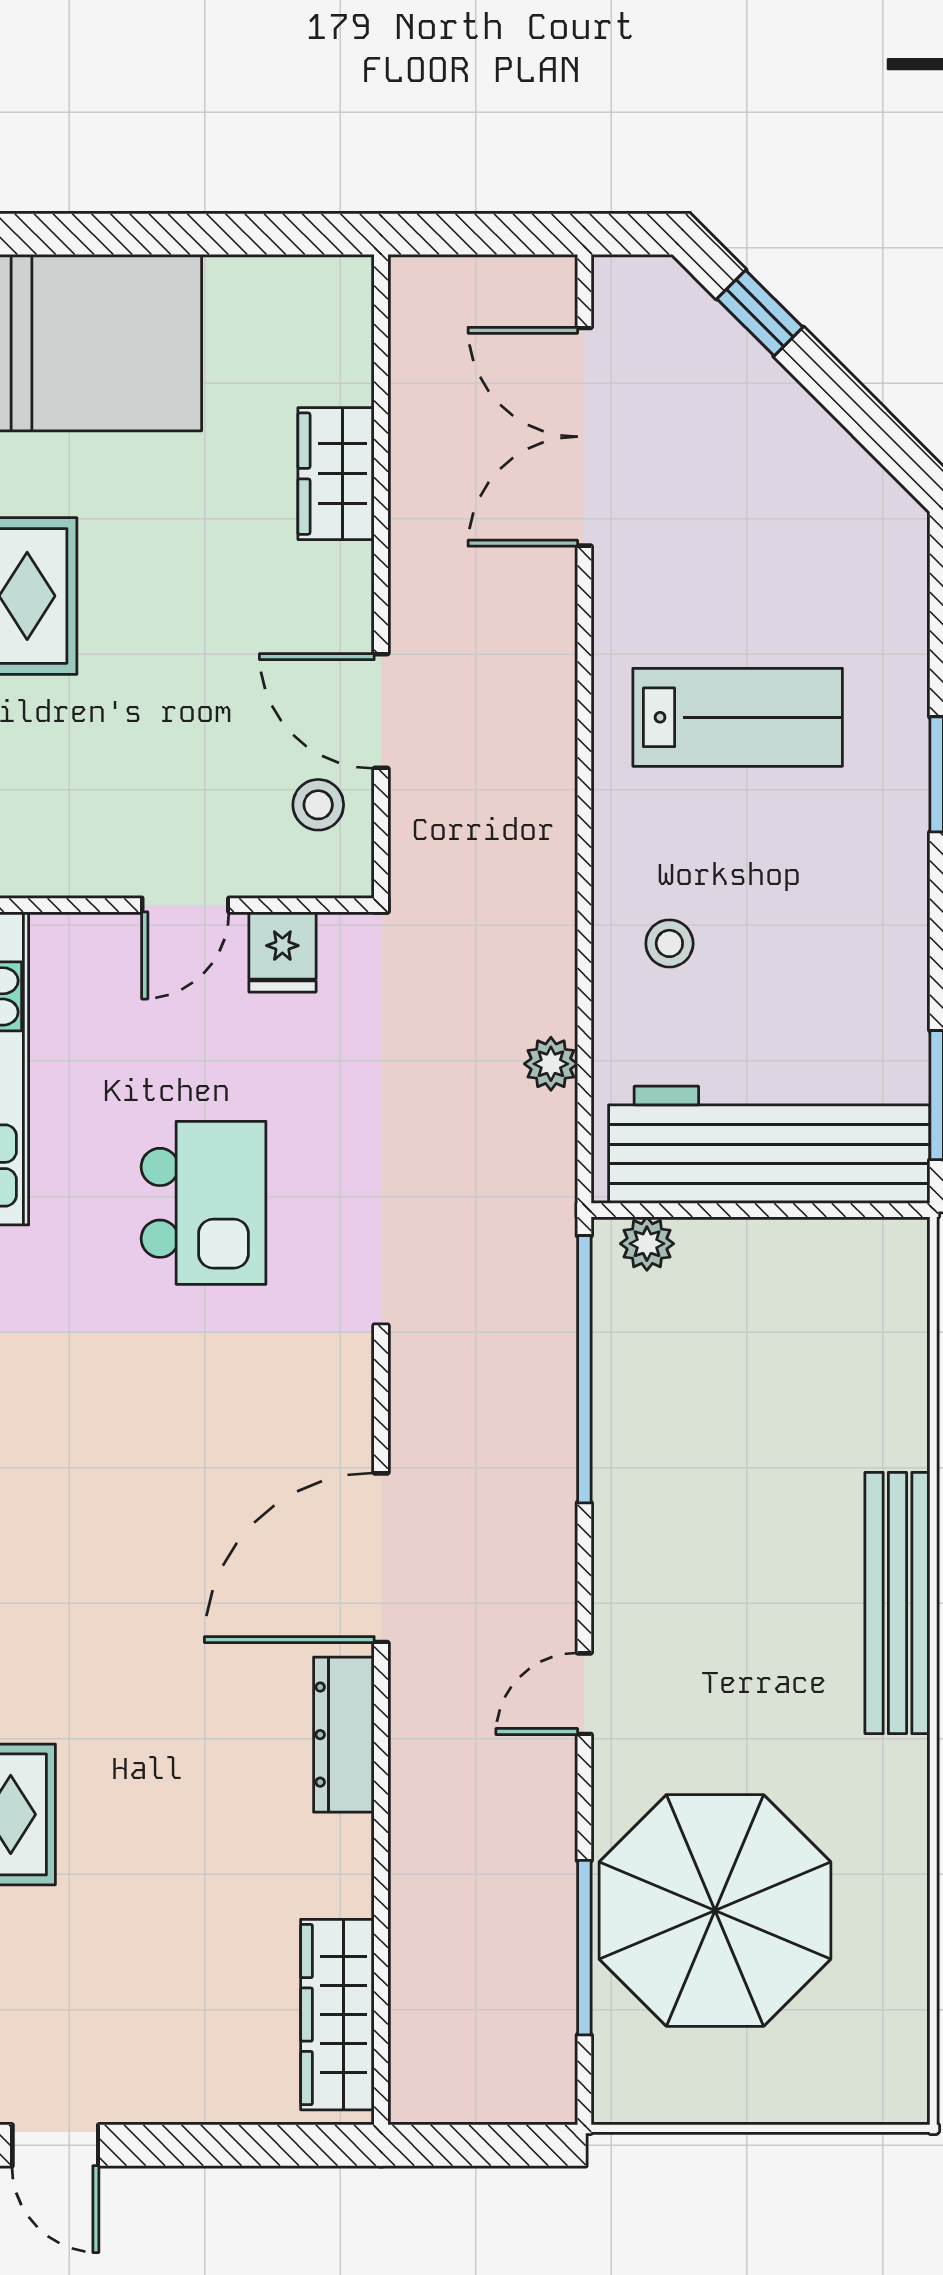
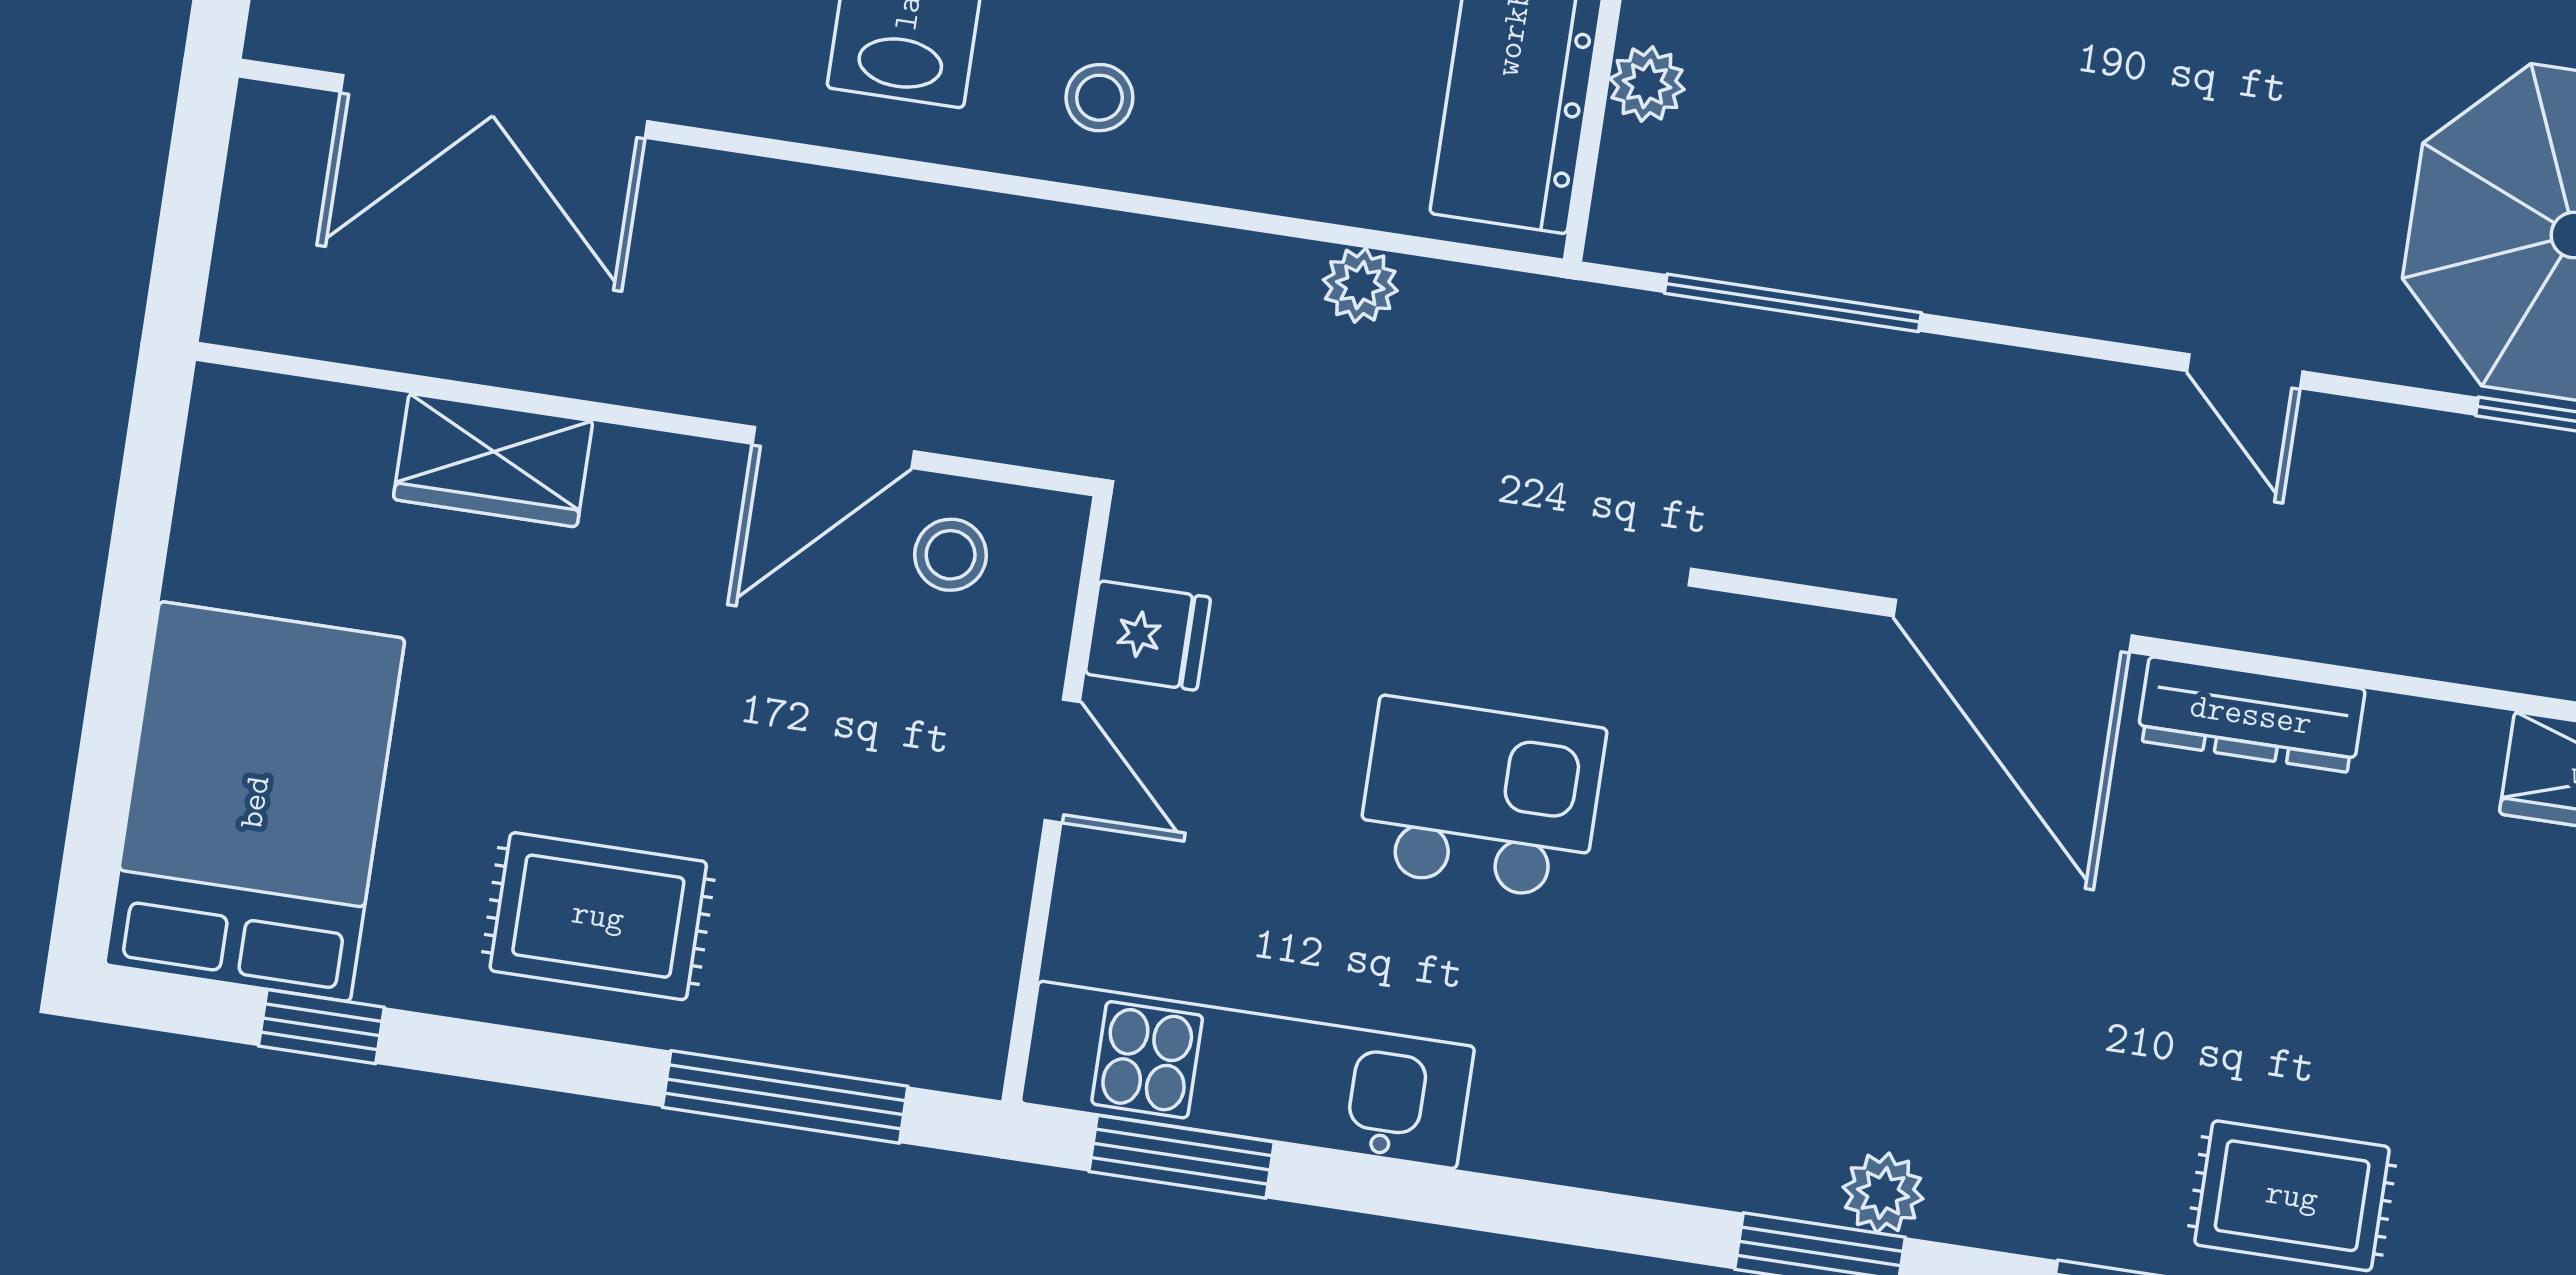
stool: (669, 943) -> (1099, 98), moved
plant: (647, 1244) -> (1647, 84), moved
window: (584, 1369) -> (1793, 303), width x0.68

